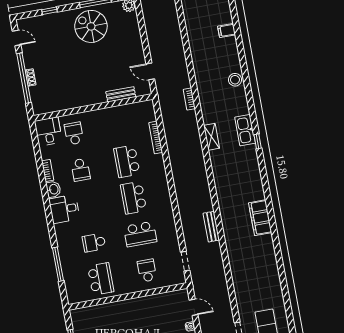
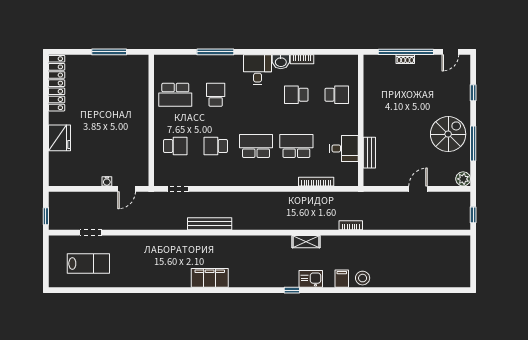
filing cabinet: (227, 31) -> (342, 279), moved
door: (150, 71) -> (418, 189), moved
kitchen sink: (245, 130) -> (311, 279), width x0.73
desk: (48, 131) -> (344, 148), moved
bench: (211, 227) -> (210, 224), width x1.36
school desk: (140, 234) -> (216, 146), width x0.54
window: (58, 264) -> (215, 52), moved

